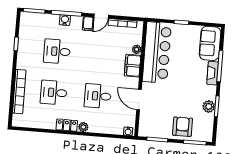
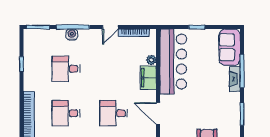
filing cabinet: (88, 24) -> (97, 36), removed
plant: (209, 106) -> (234, 115), removed

